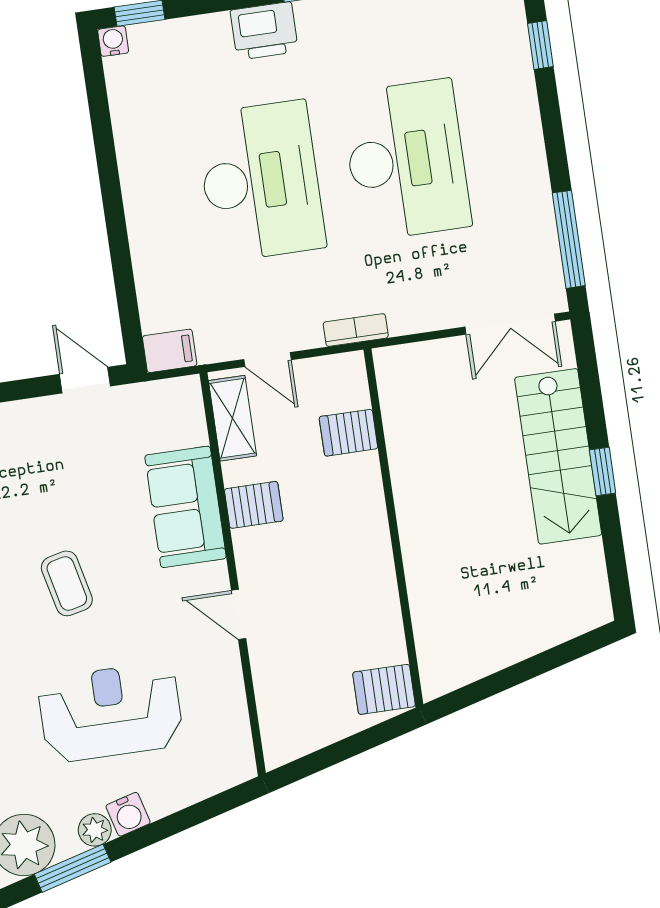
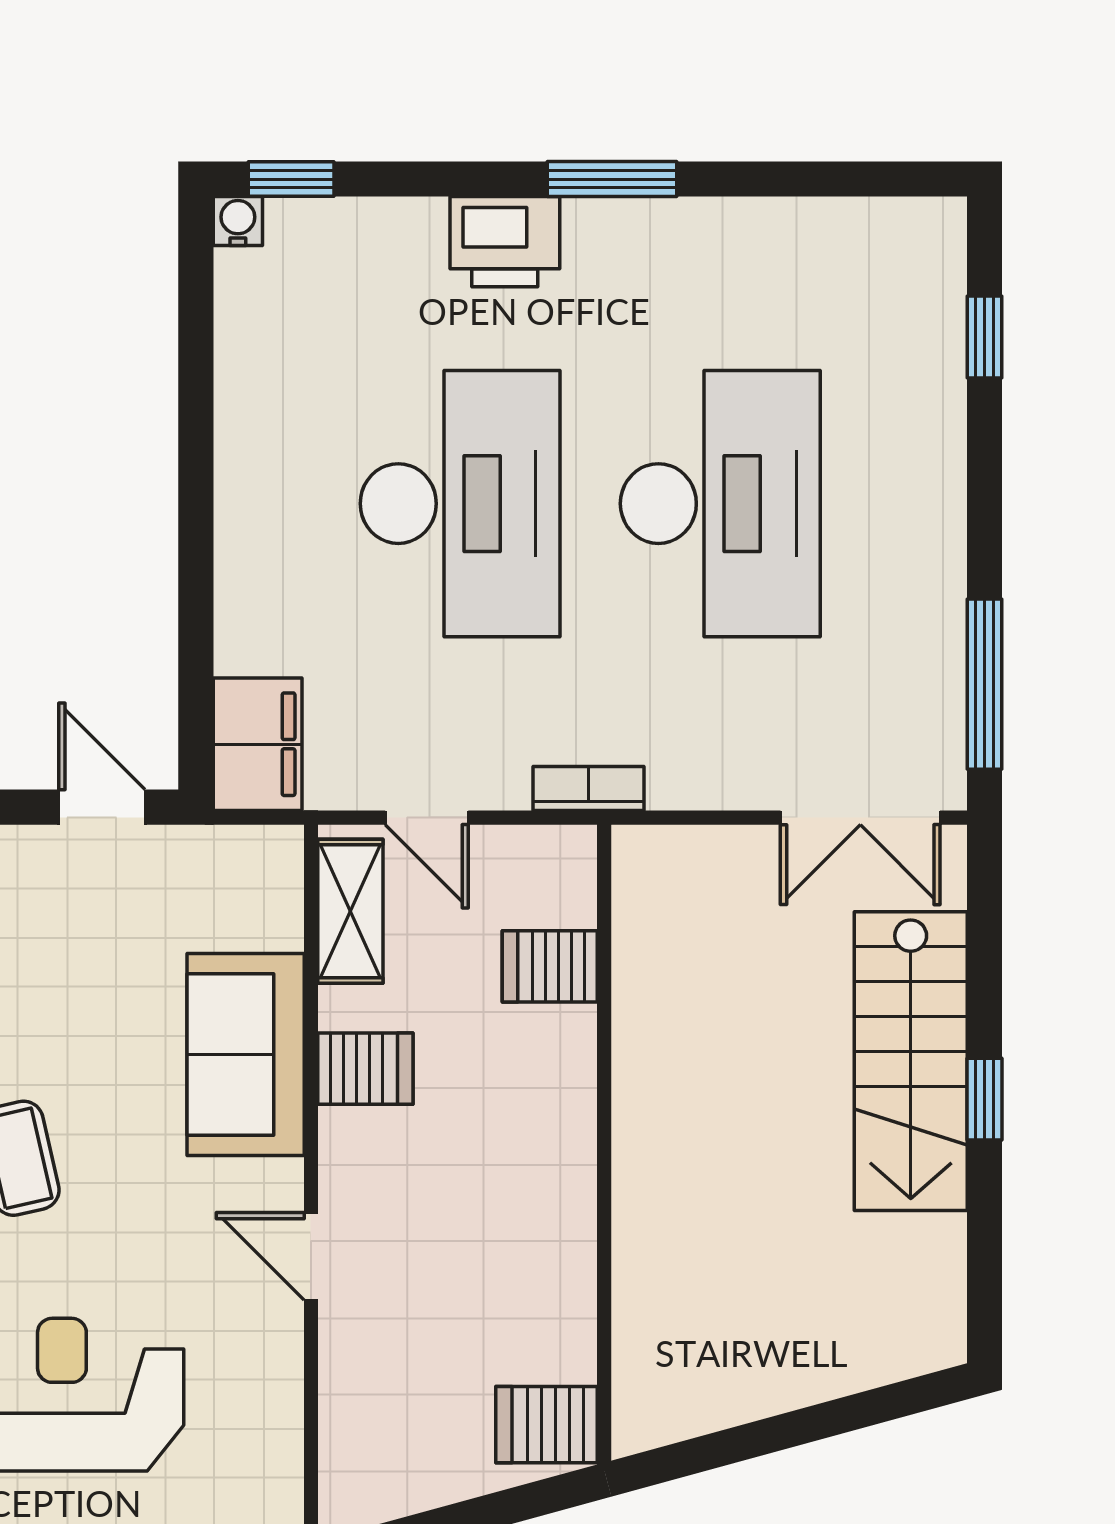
filing cabinet: (170, 351) -> (258, 744), width x2.00

